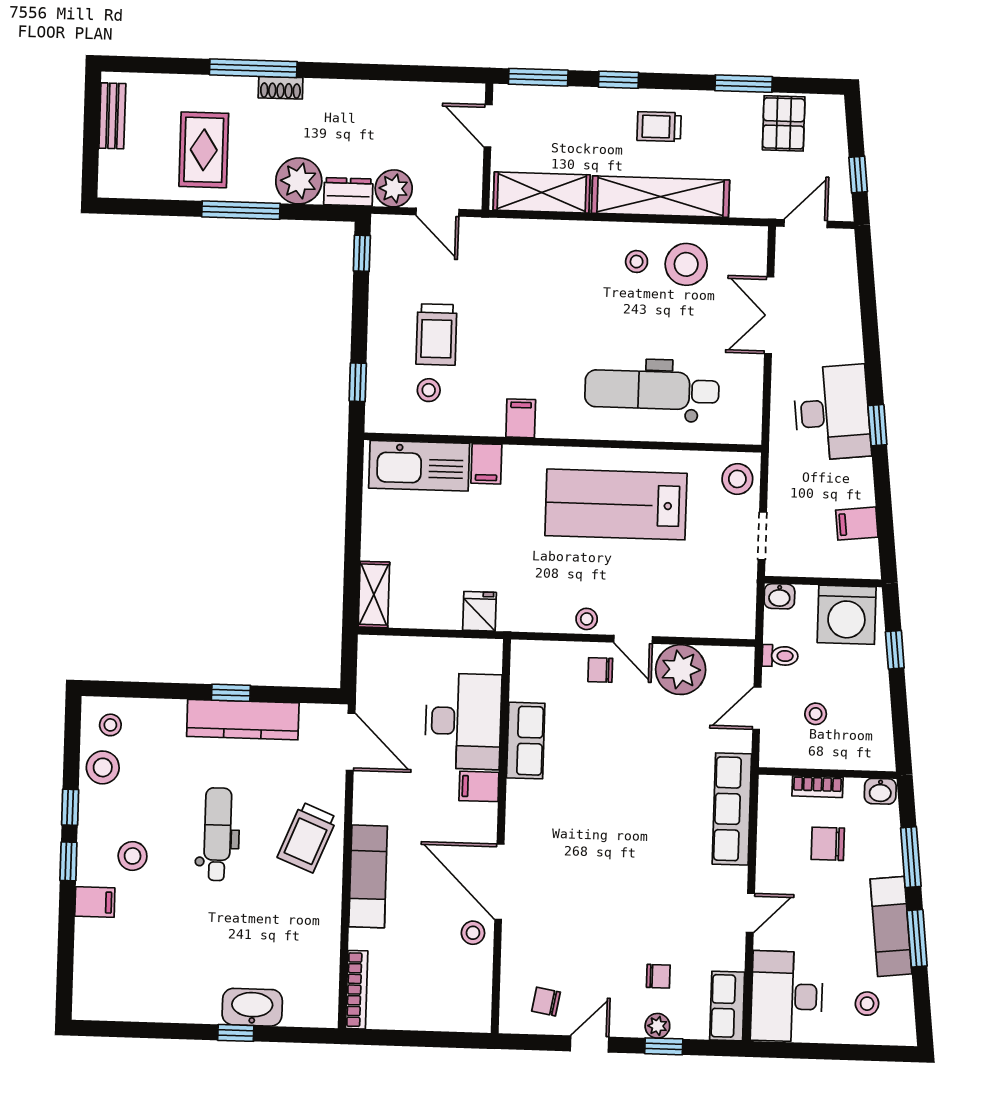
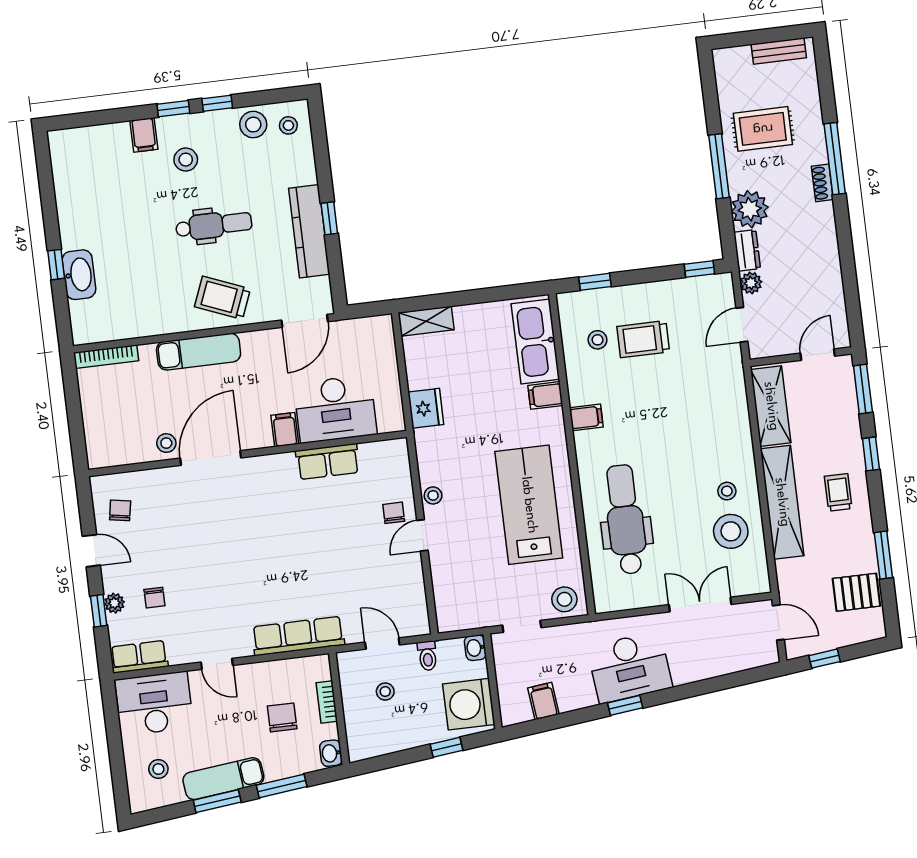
plant: (394, 188) -> (751, 283), width x0.73, depth x0.73
fridge: (479, 611) -> (426, 408), width x1.38
plant: (681, 670) -> (404, 577), removed

